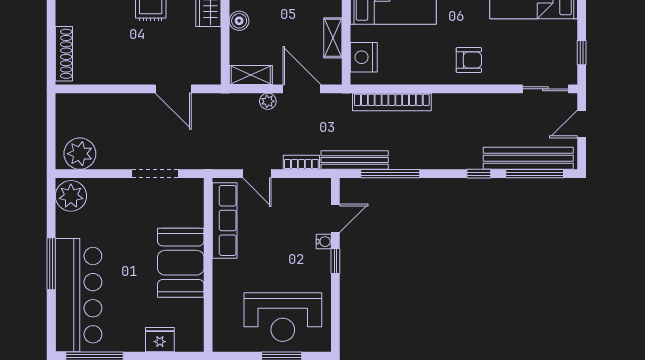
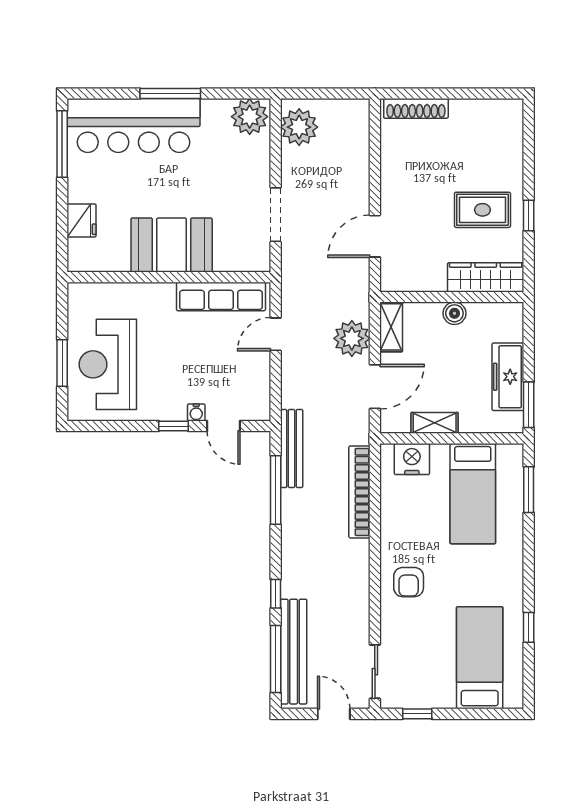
plant: (268, 101) -> (352, 338), width x1.87, depth x1.87
bookcase: (301, 162) -> (289, 386), removed

